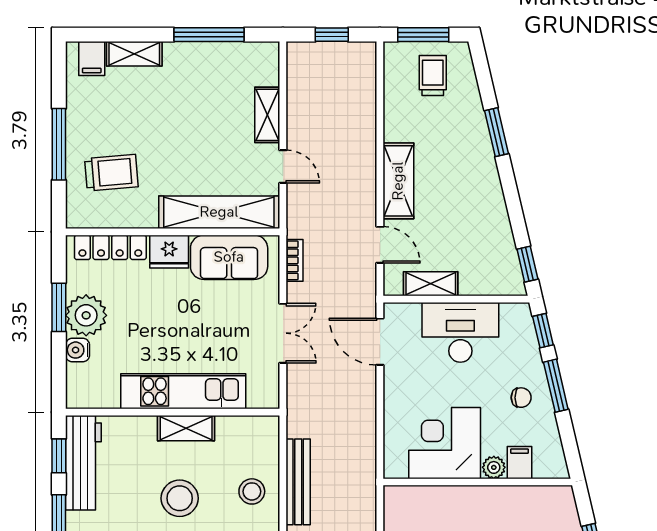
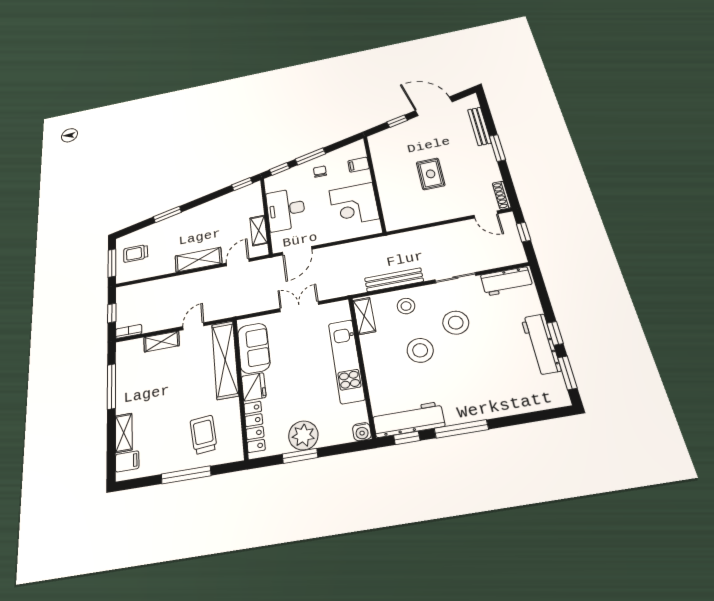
bookcase: (295, 260) -> (129, 331), moved
water cooler: (77, 350) -> (362, 432), moved
shelving: (186, 428) -> (364, 316), moved
plant: (494, 467) -> (364, 177), removed

